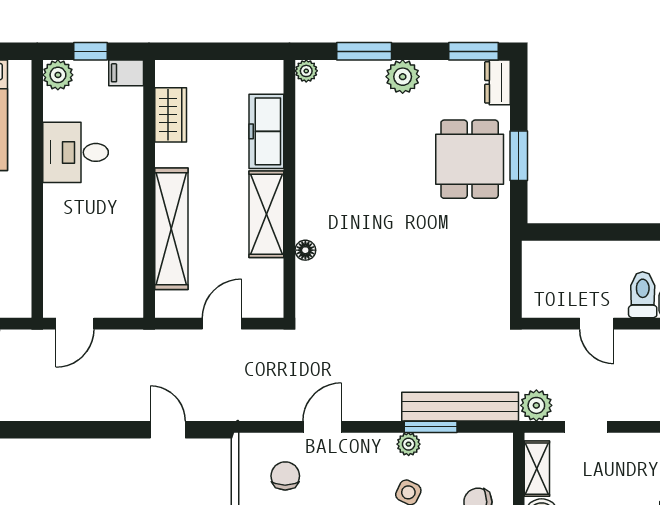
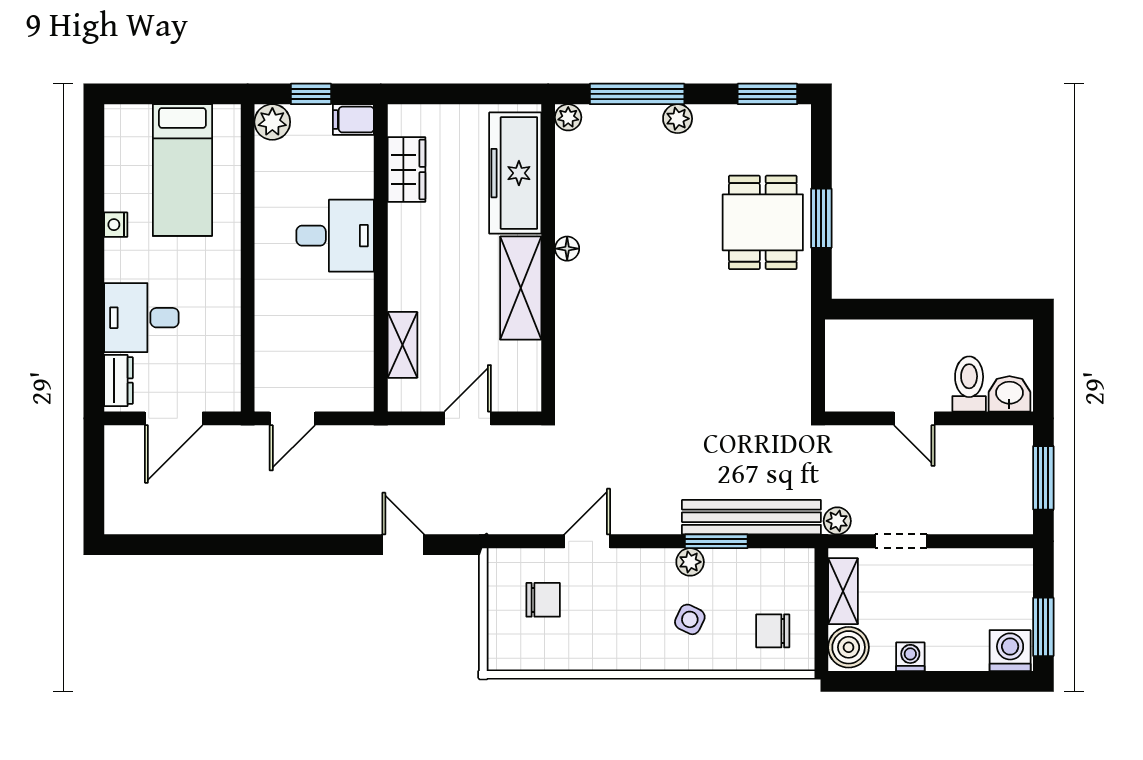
window: (364, 51) -> (637, 94), width x1.44
plant: (403, 77) -> (678, 119), width x0.73, depth x0.73
dresser: (498, 82) -> (796, 131), removed
freezer: (266, 131) -> (515, 173), width x1.36, depth x1.26
desk: (76, 152) -> (335, 236), moved, turned 180
shelving: (171, 229) -> (402, 345), width x0.45, depth x0.75
floor lamp: (305, 250) -> (567, 249), moved
plant: (536, 405) -> (837, 521), width x0.73, depth x0.73
chair: (285, 476) -> (543, 600), turned 90

